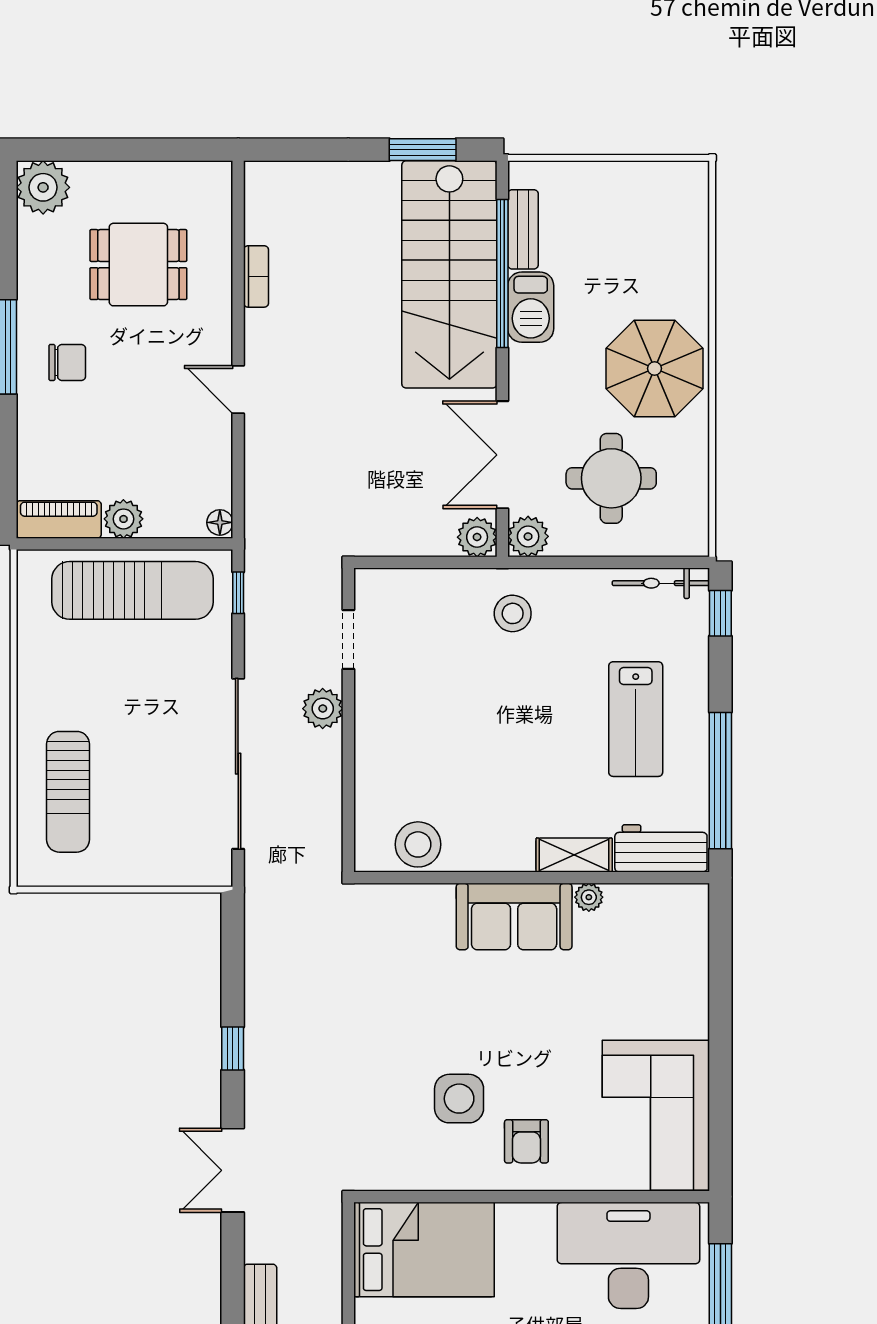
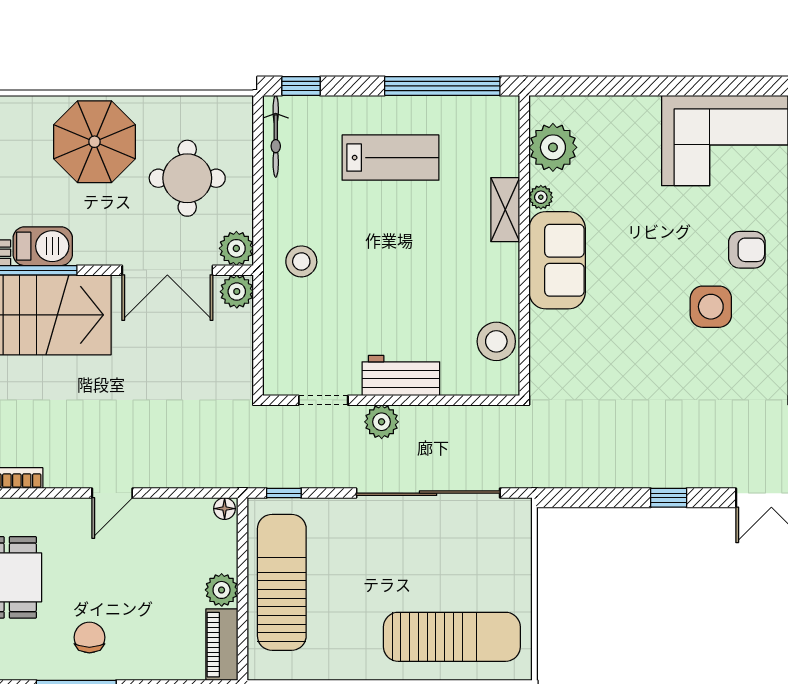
sun lounger: (68, 792) -> (452, 637), width x1.36, depth x1.34
workbench: (661, 848) -> (401, 376), moved, turned 90
plant: (648, 912) -> (553, 147), added

